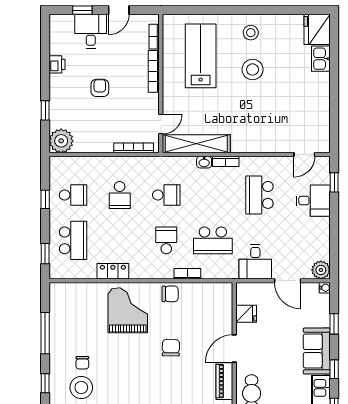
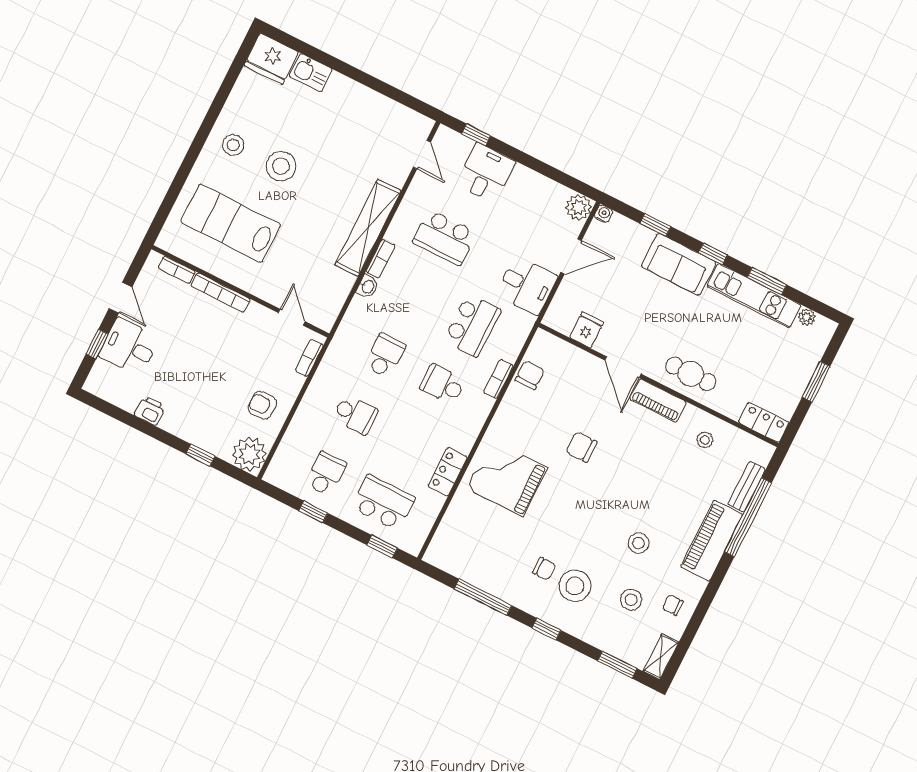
armchair: (100, 88) -> (262, 405), moved
shelving: (196, 144) -> (368, 228), moved
bookcase: (134, 148) -> (309, 358), width x0.64
chair: (170, 294) -> (530, 375), moved

